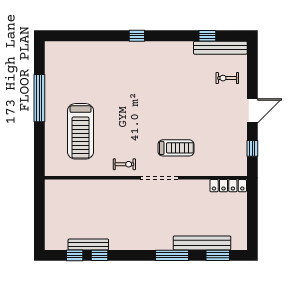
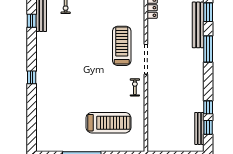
treadmill: (176, 148) -> (122, 46), width x1.37, depth x1.38
bench: (88, 244) -> (199, 128), moved

